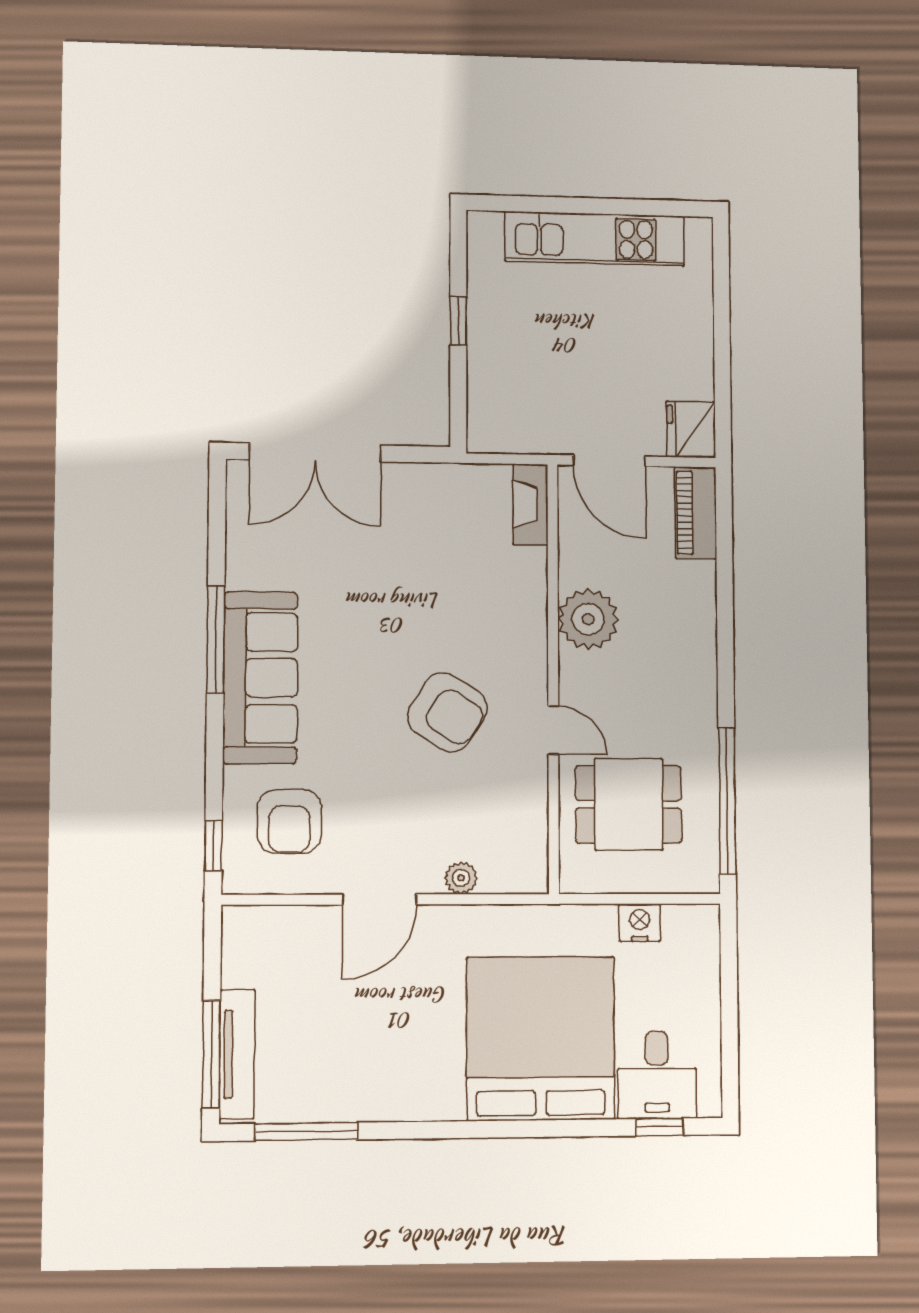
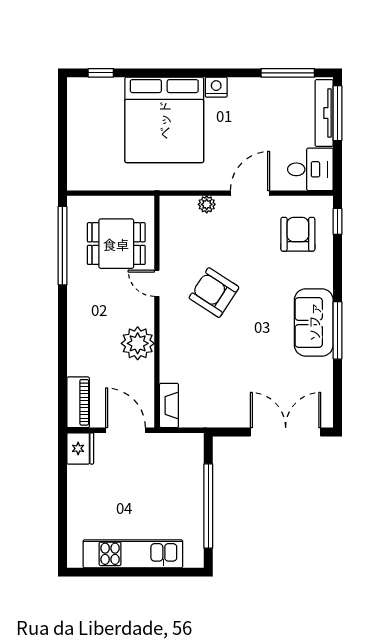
window: (458, 321) -> (208, 506), width x3.17
sofa: (260, 678) -> (314, 322), width x0.73
nightstand: (640, 923) -> (216, 87), moved, turned 180
desk: (657, 1075) -> (310, 169), moved, turned 90

